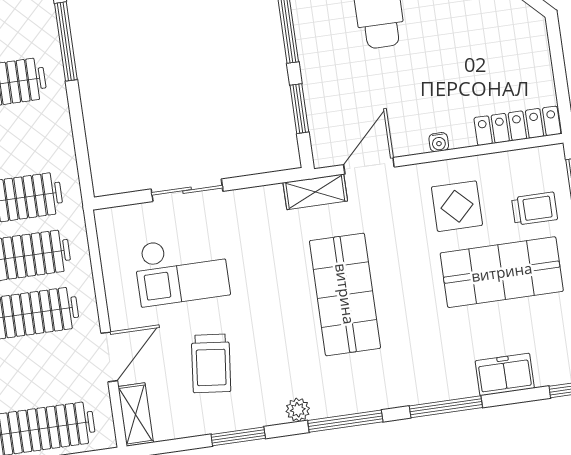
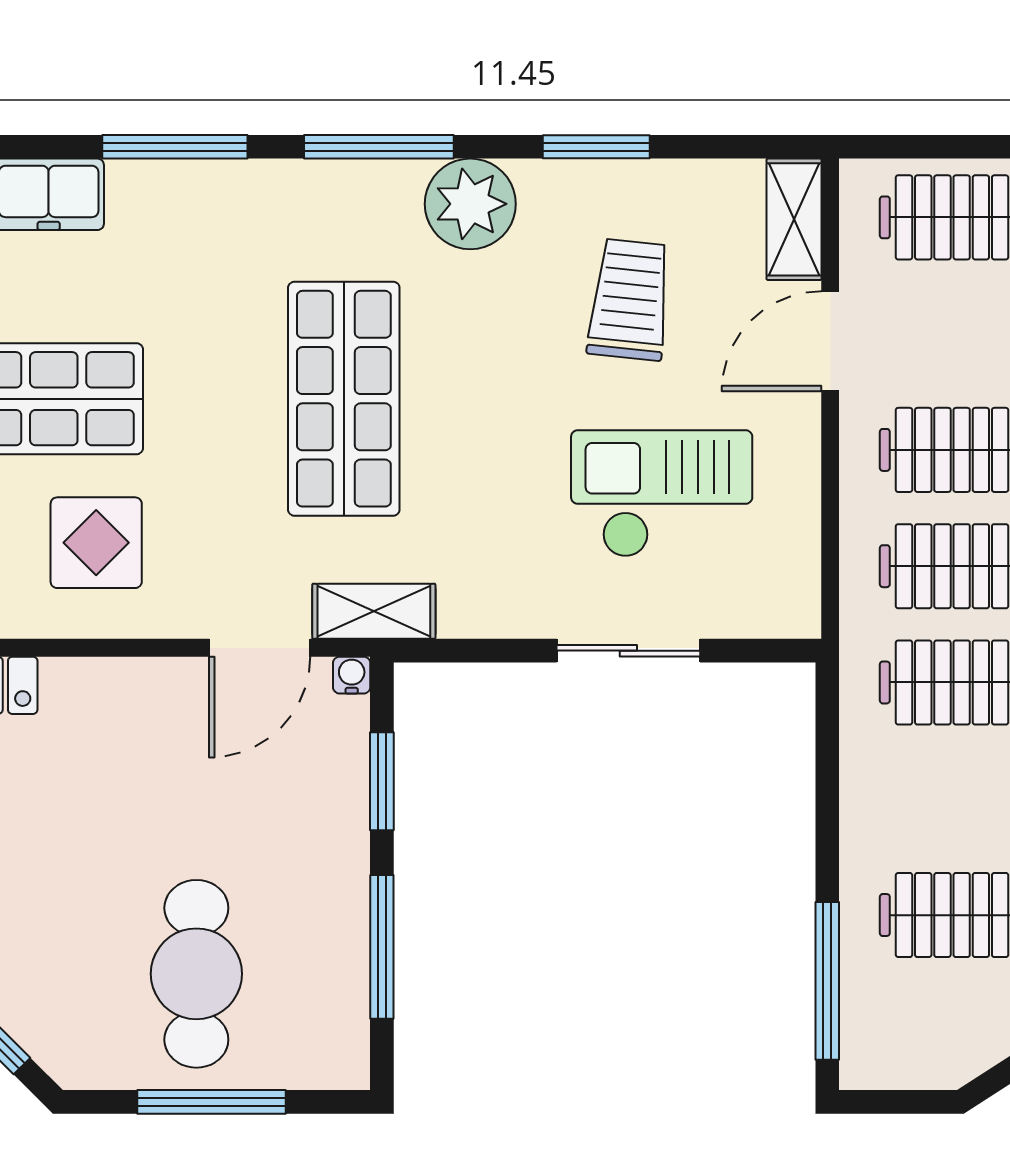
water cooler: (439, 142) -> (352, 675), moved
plant: (298, 410) -> (470, 204), width x1.87, depth x1.87

